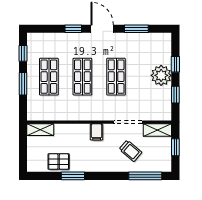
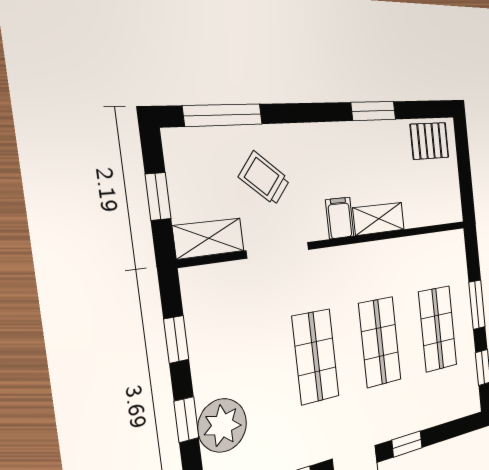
plant: (161, 75) -> (222, 425), moved
shelving: (40, 130) -> (379, 219), moved
pallet: (59, 162) -> (430, 141), moved

